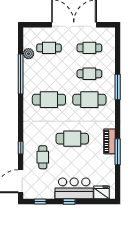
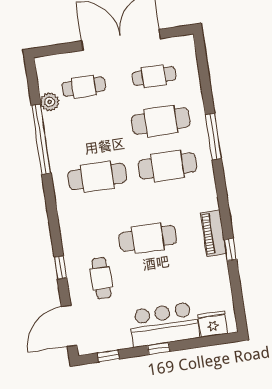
cafe table: (89, 74) -> (161, 121), width x1.37, depth x1.35
window: (118, 152) -> (230, 249), width x0.46

